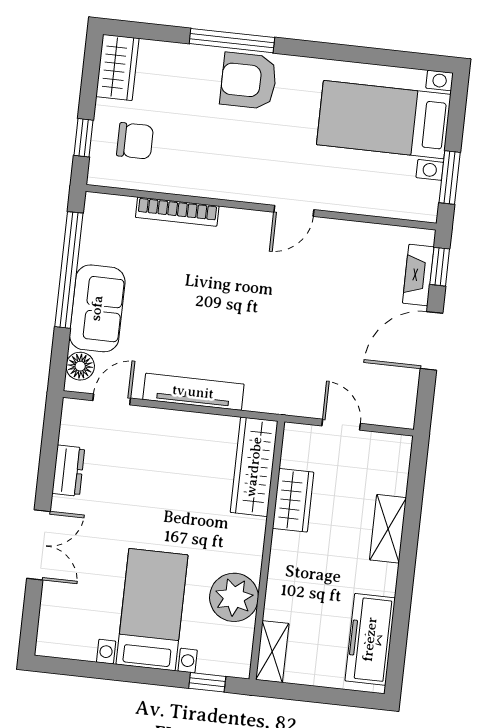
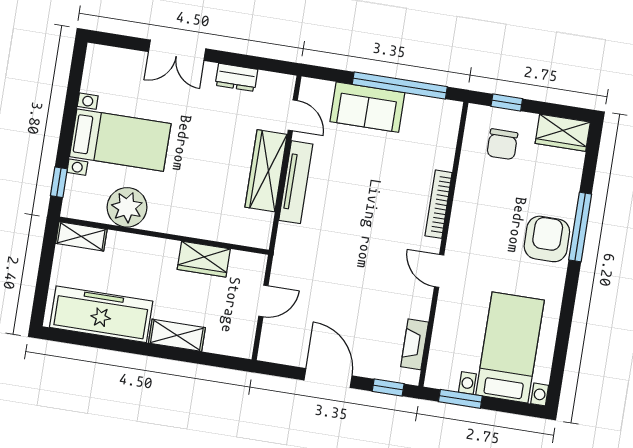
bookcase: (177, 212) -> (439, 204), moved
fireplace: (418, 275) -> (415, 344), moved, turned -90
floor lamp: (80, 366) -> (321, 91), removed
wardrobe: (254, 467) -> (266, 171), moved, turned -90
freezer: (370, 639) -> (101, 314), width x1.36, depth x1.26

